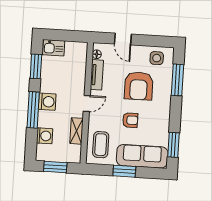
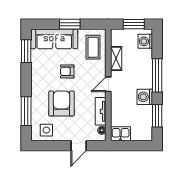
door: (123, 39) -> (79, 146), swing flipped
kitchen sink: (54, 48) -> (121, 134), moved
washing machine: (47, 102) -> (145, 97), moved
washing machine: (45, 136) -> (145, 41), moved

